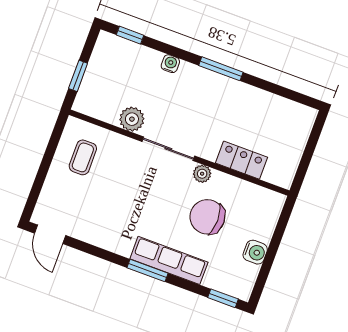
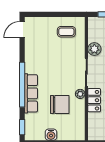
locker: (242, 160) -> (94, 100), moved
chair: (207, 217) -> (60, 104), turned 90
window: (148, 270) -> (22, 85), width x2.11

